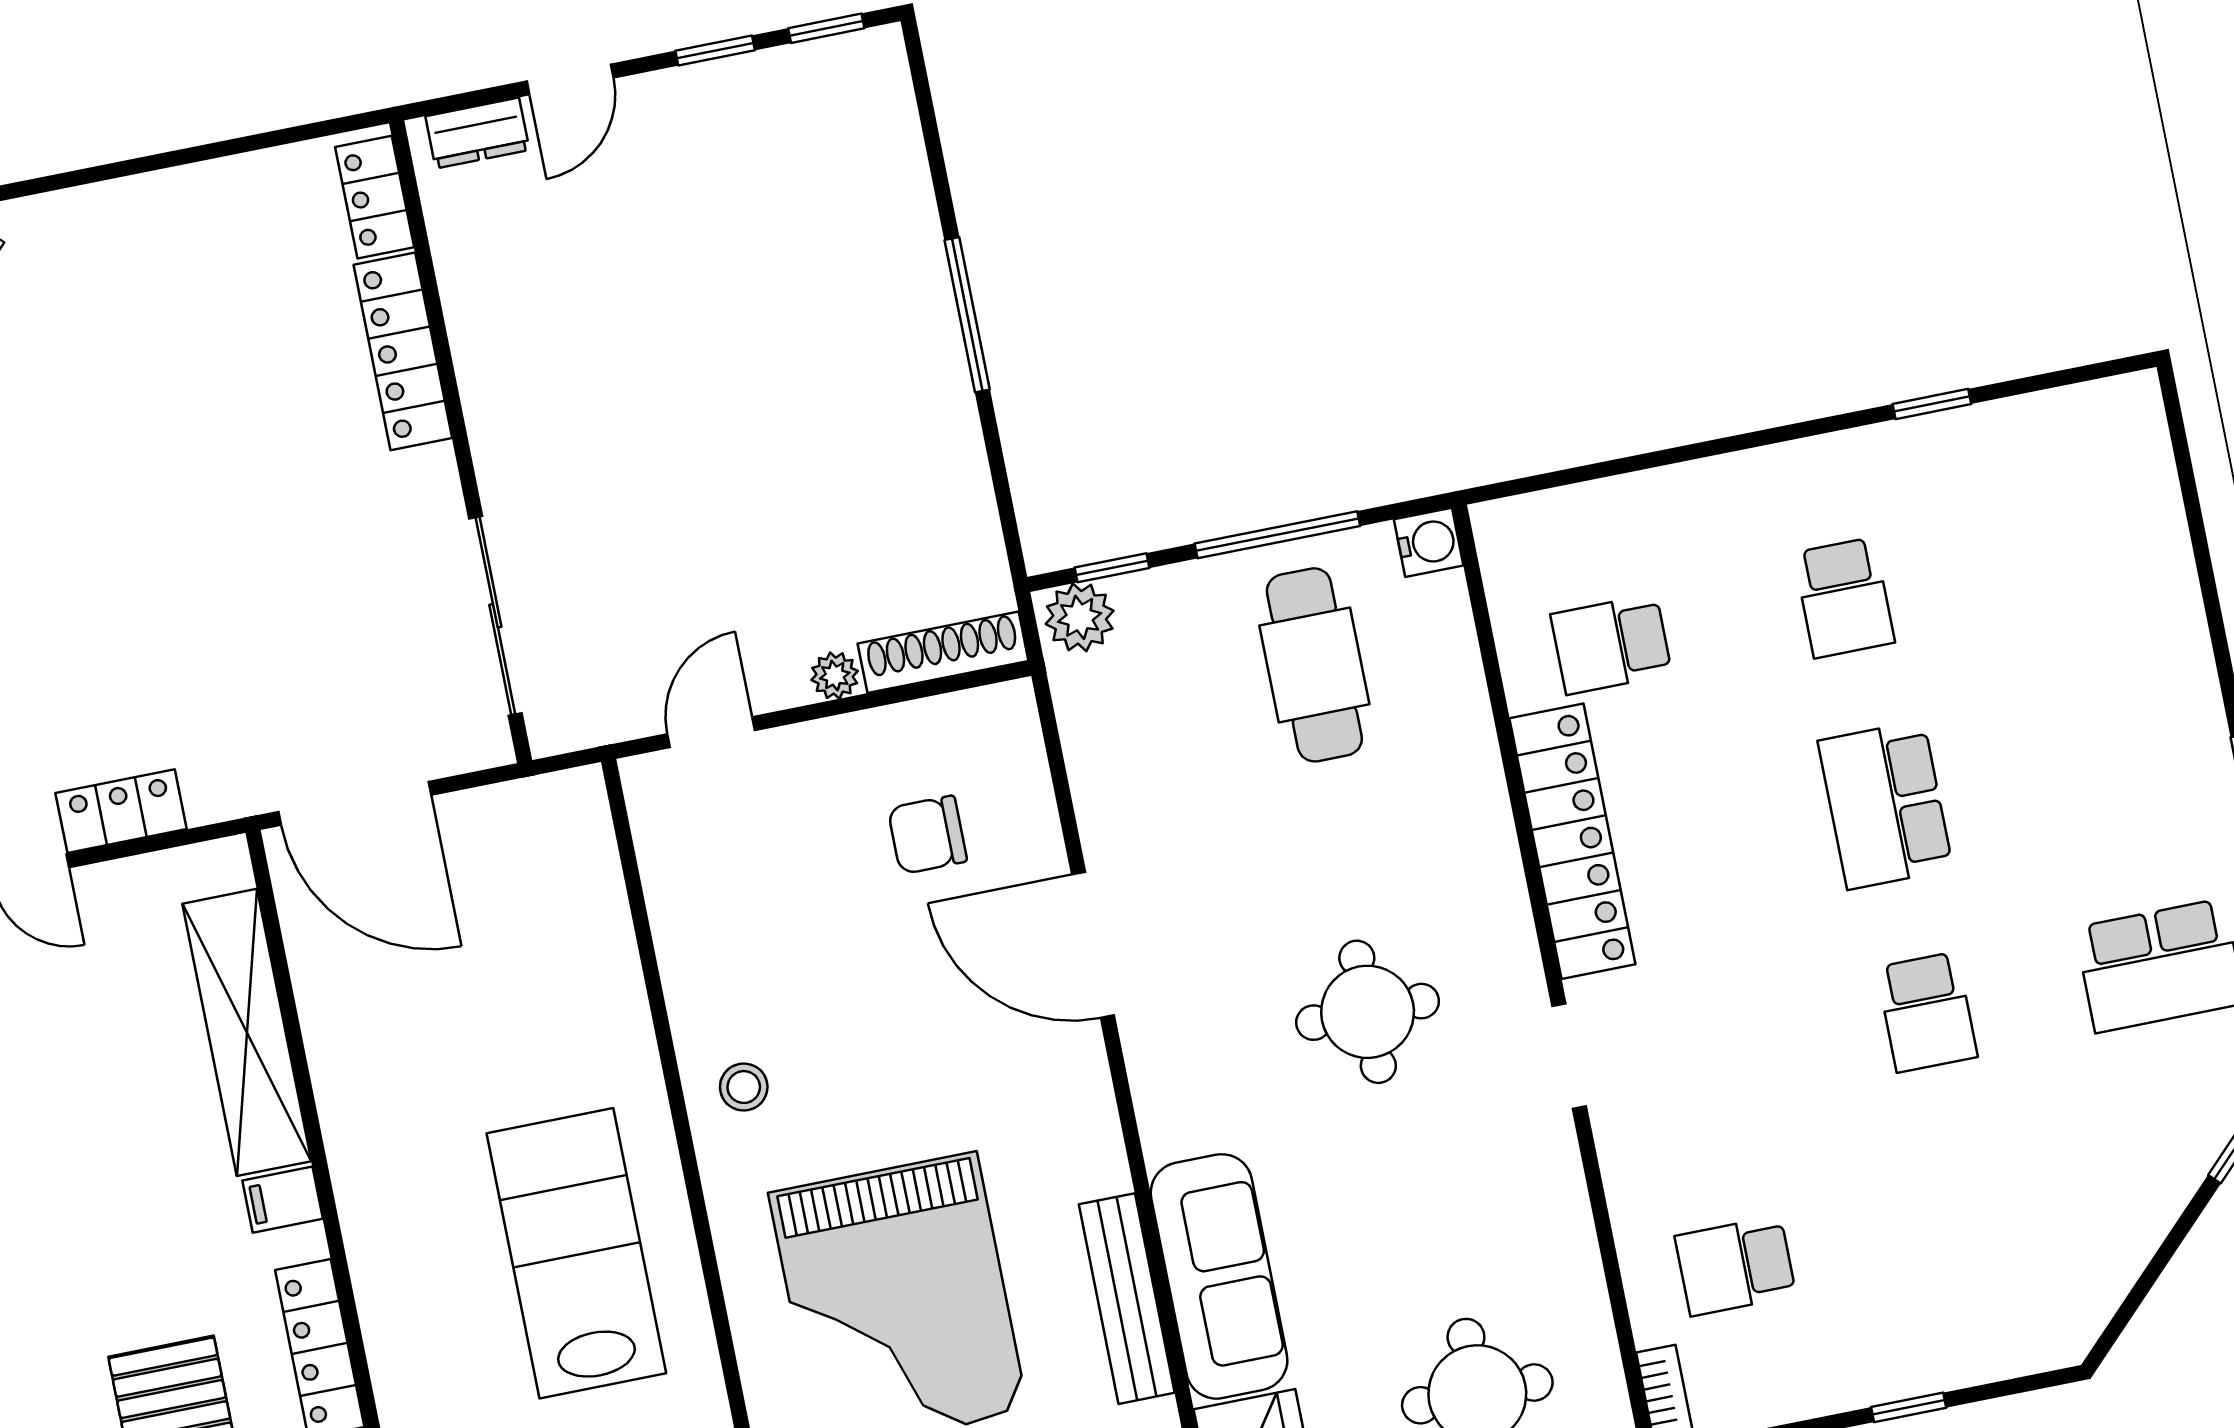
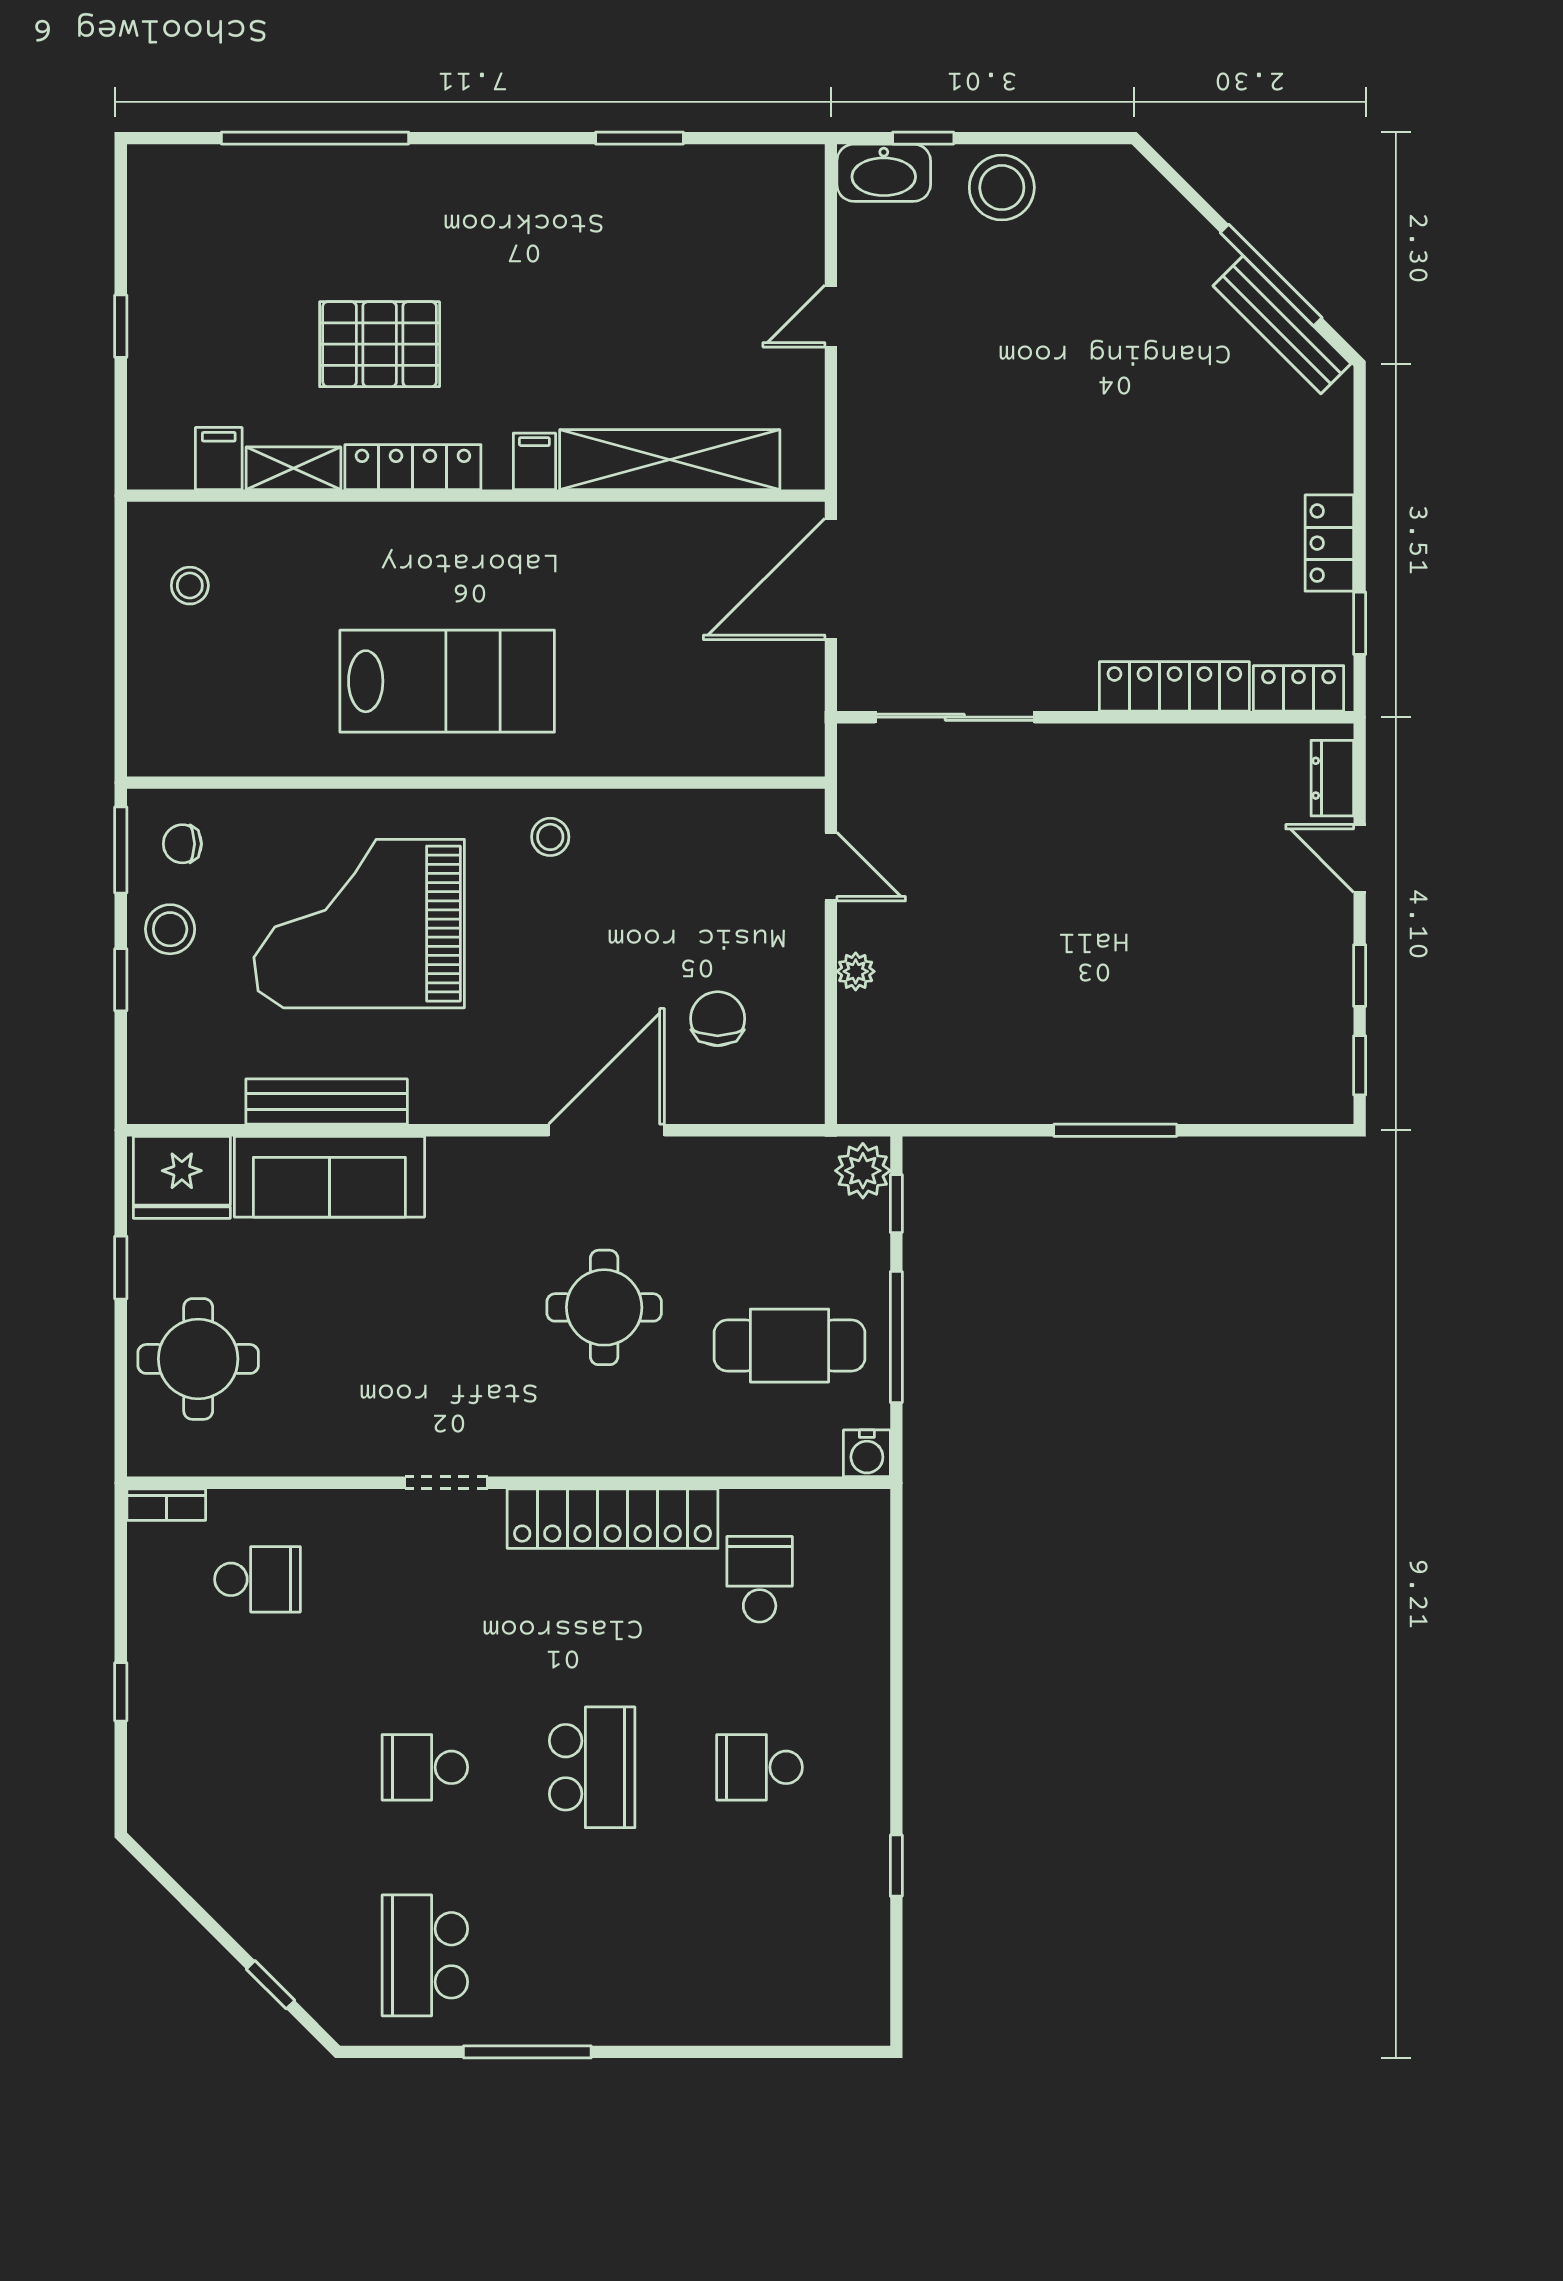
window: (279, 138) -> (1360, 623), added
shoe rack: (943, 652) -> (857, 1059), removed
school desk: (1885, 805) -> (592, 1767), turned 90
locker: (121, 811) -> (1329, 543), moved, turned 180
round table: (1368, 1012) -> (604, 1307), moved
school desk: (1735, 1266) -> (258, 1579), turned 90

